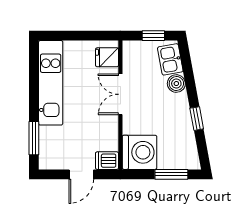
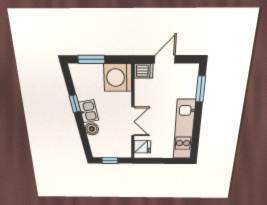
kitchen sink: (170, 59) -> (89, 111), moved

